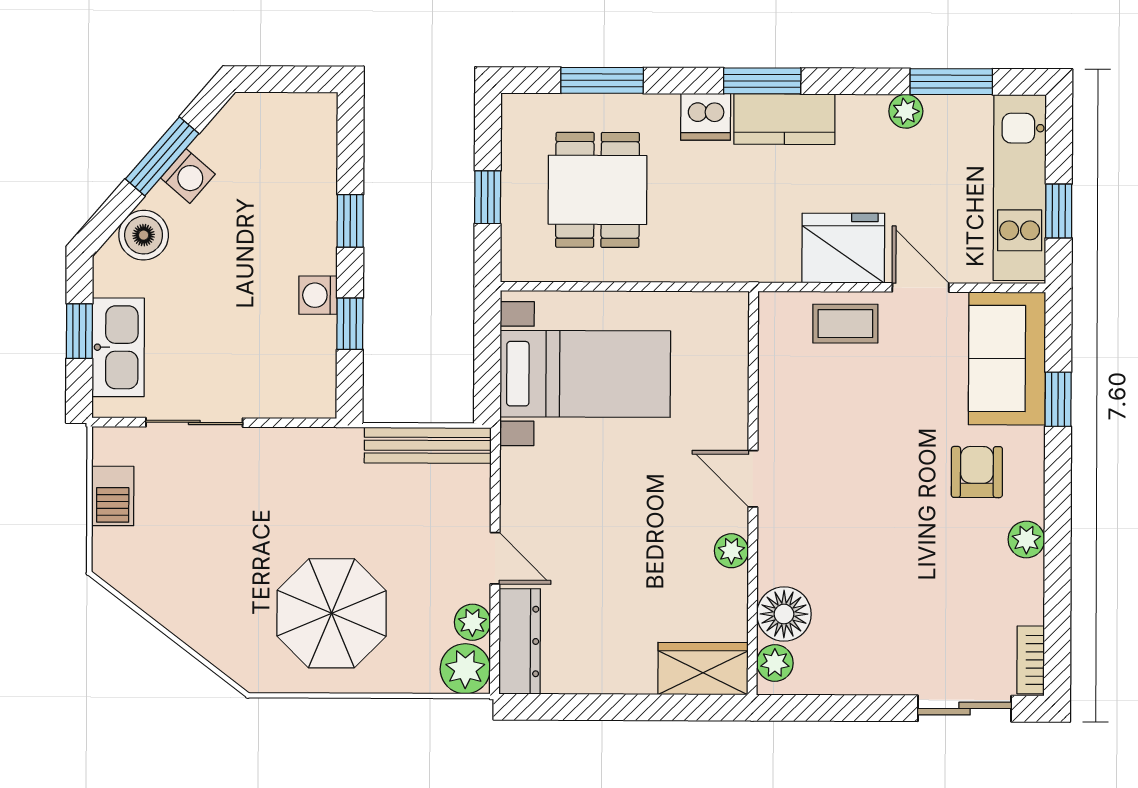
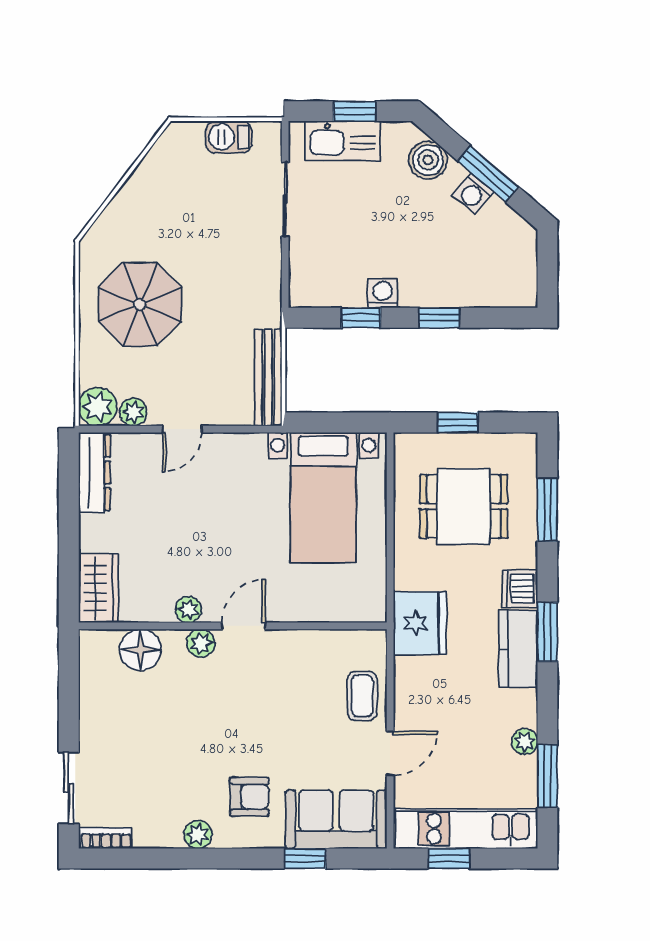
fridge: (843, 248) -> (420, 623), moved
dresser: (520, 641) -> (94, 473), moved, turned -90
plant: (775, 663) -> (201, 643), moved

